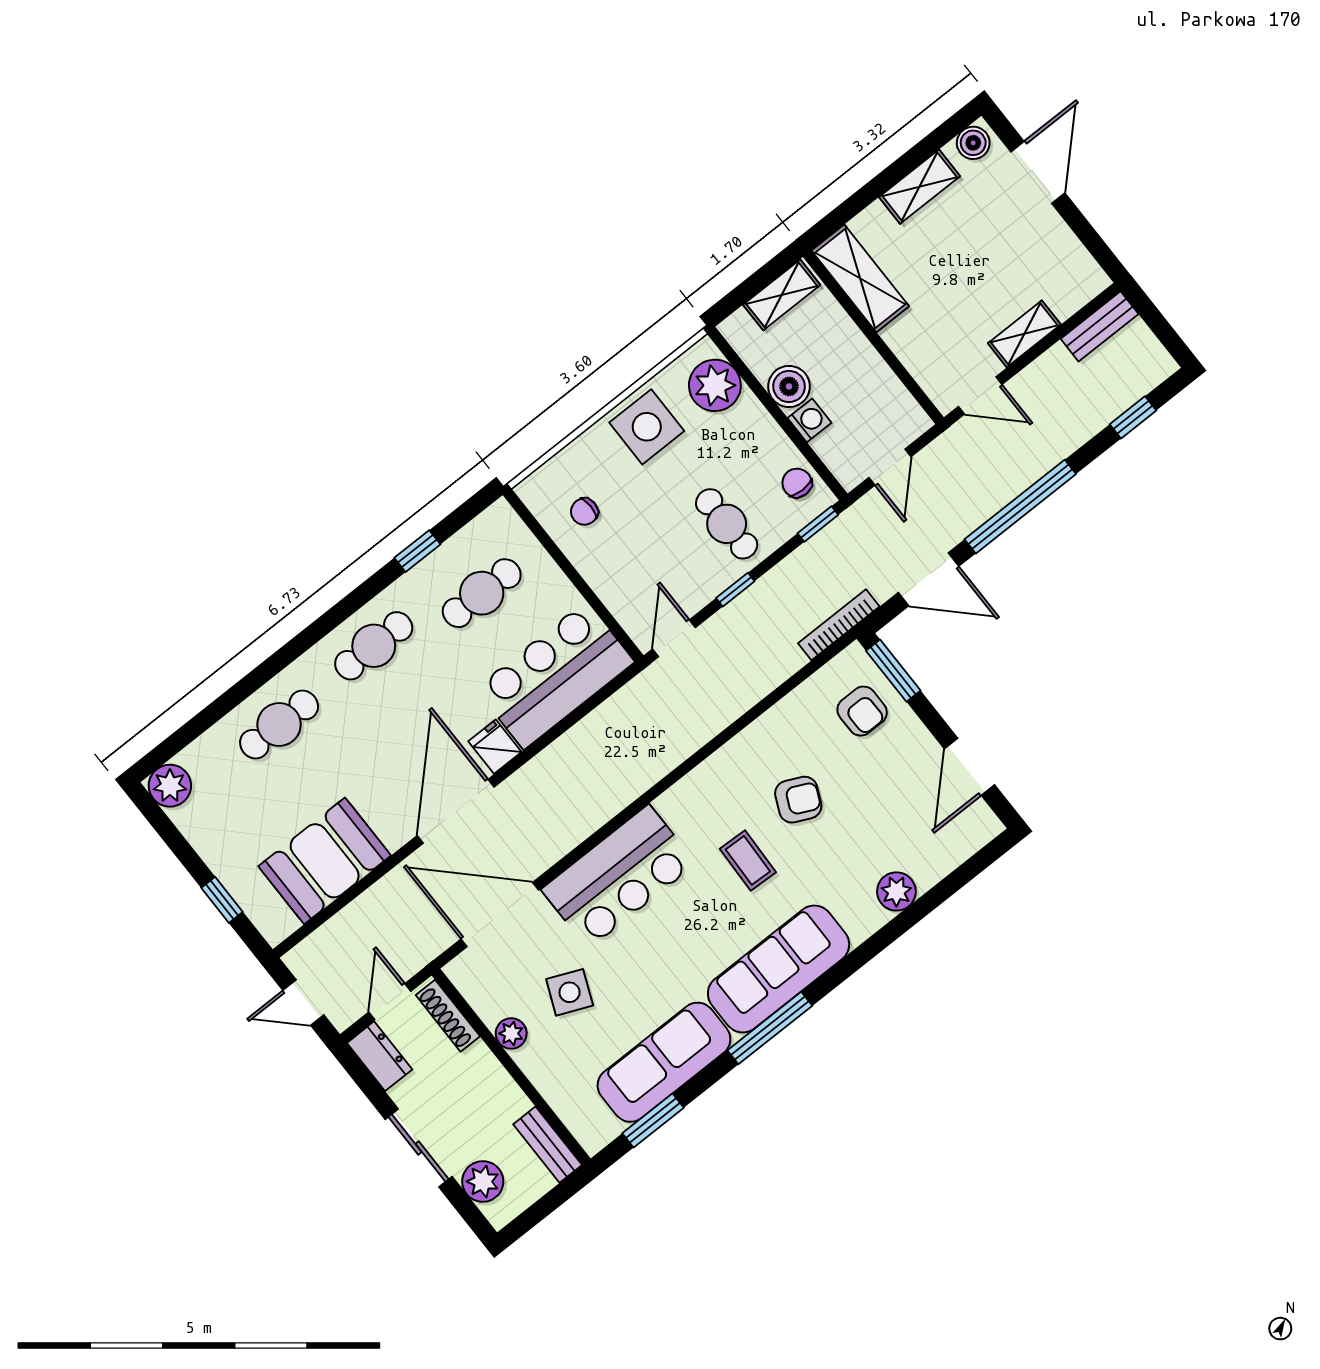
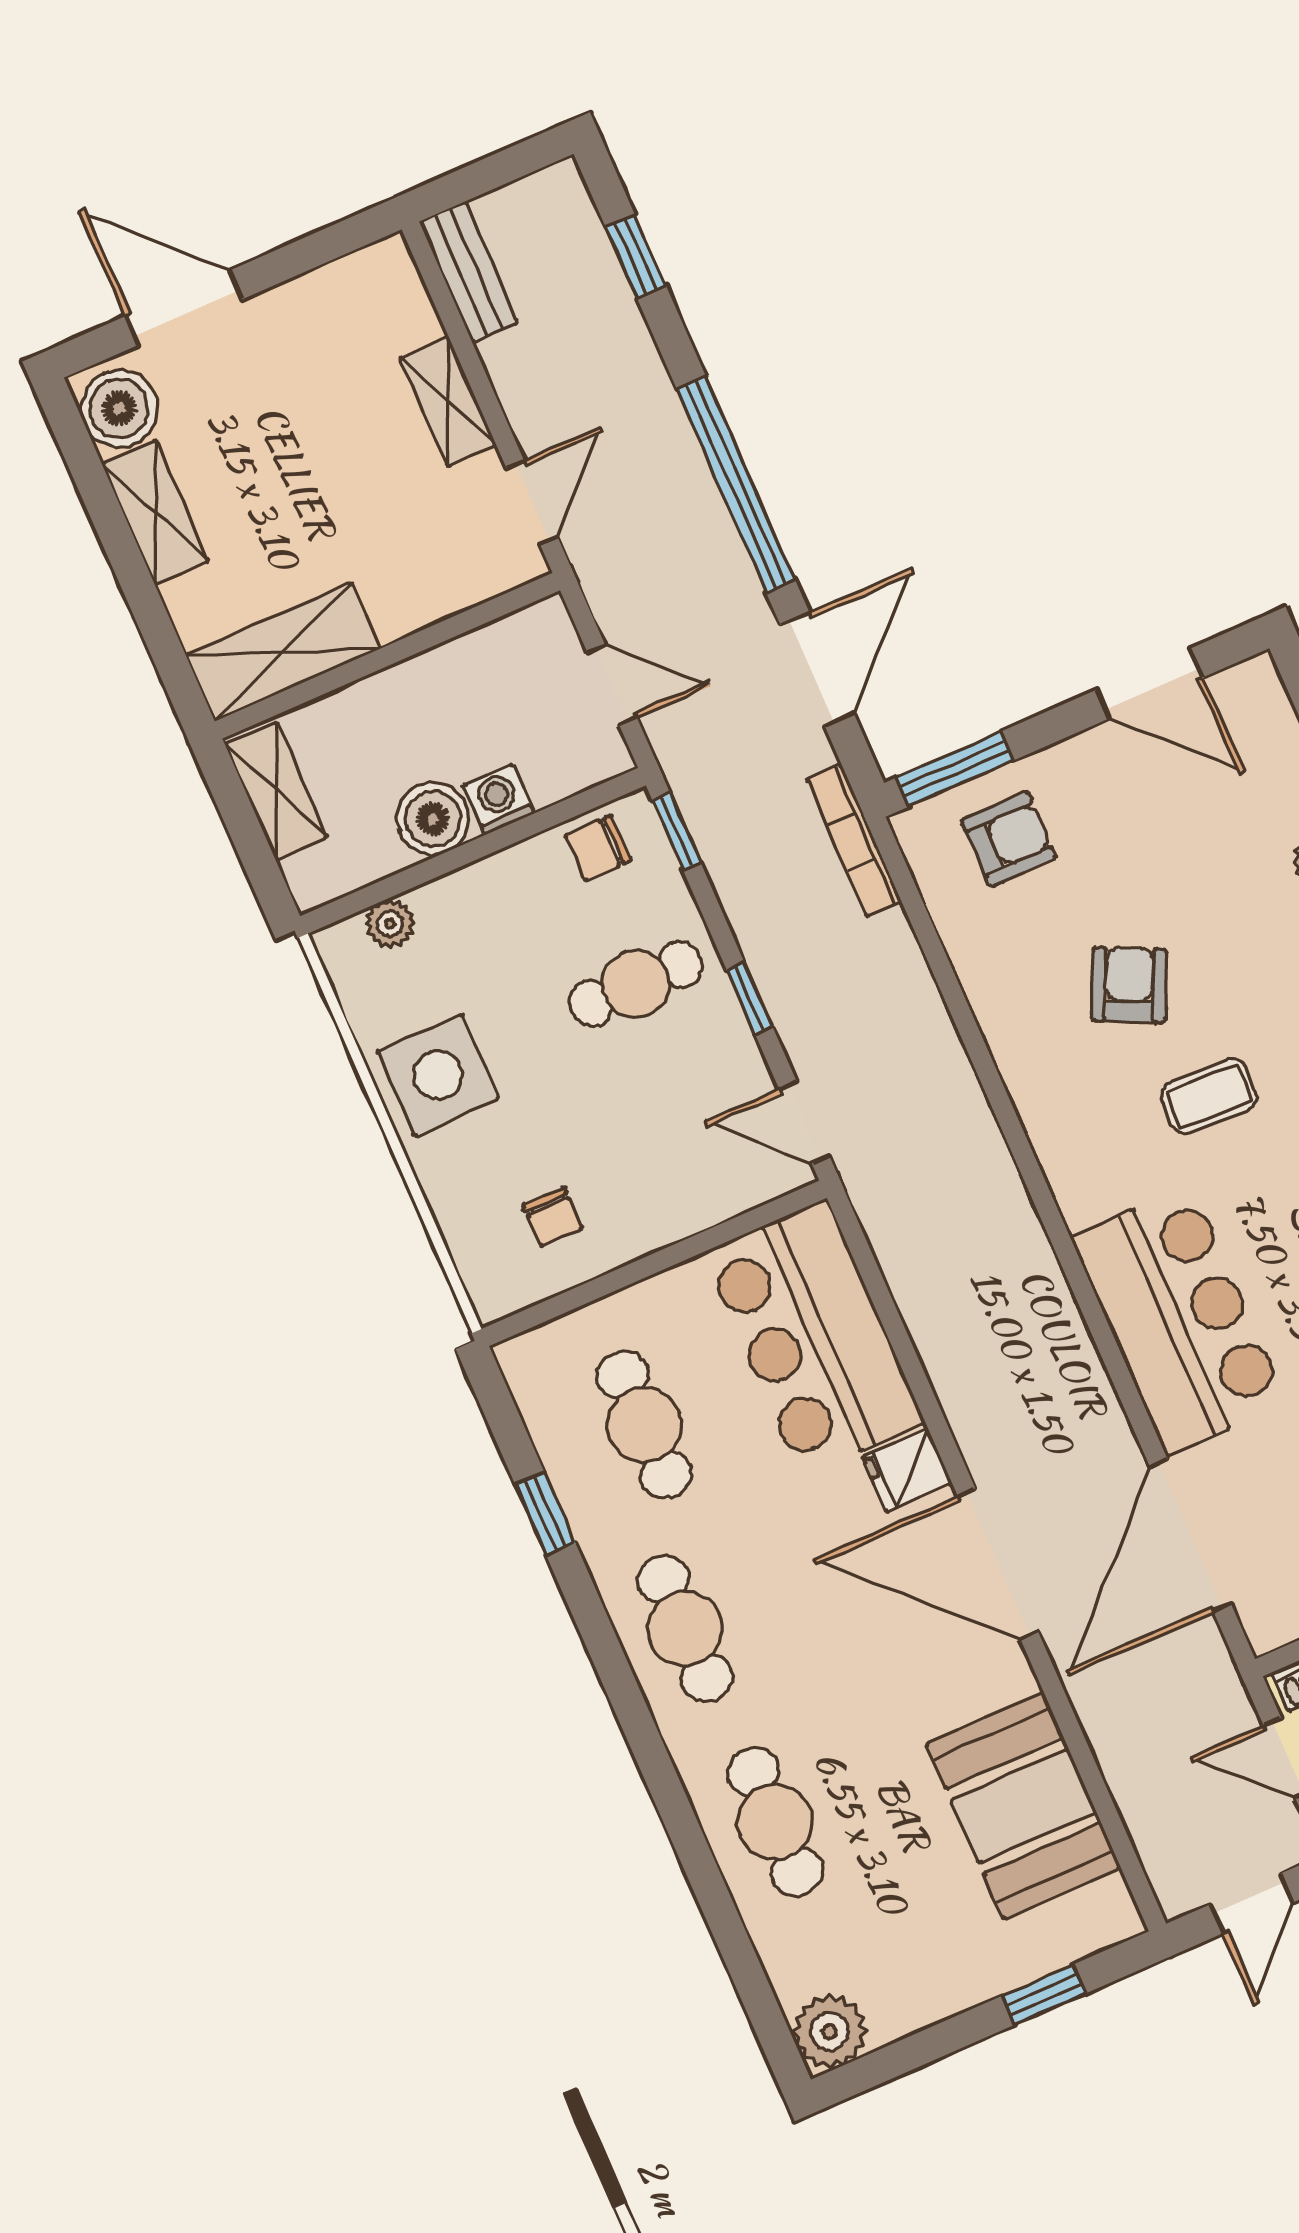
boiler: (973, 143) -> (119, 408), width x1.36, depth x1.36
plant: (715, 385) -> (390, 923), width x0.53, depth x0.53

